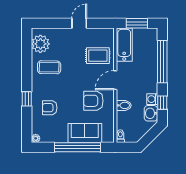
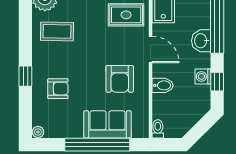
door: (115, 80) -> (150, 49), swing flipped
armchair: (93, 101) -> (120, 79), turned -90
armchair: (50, 108) -> (58, 89), turned 180
washbasin: (151, 113) -> (201, 41), moved

